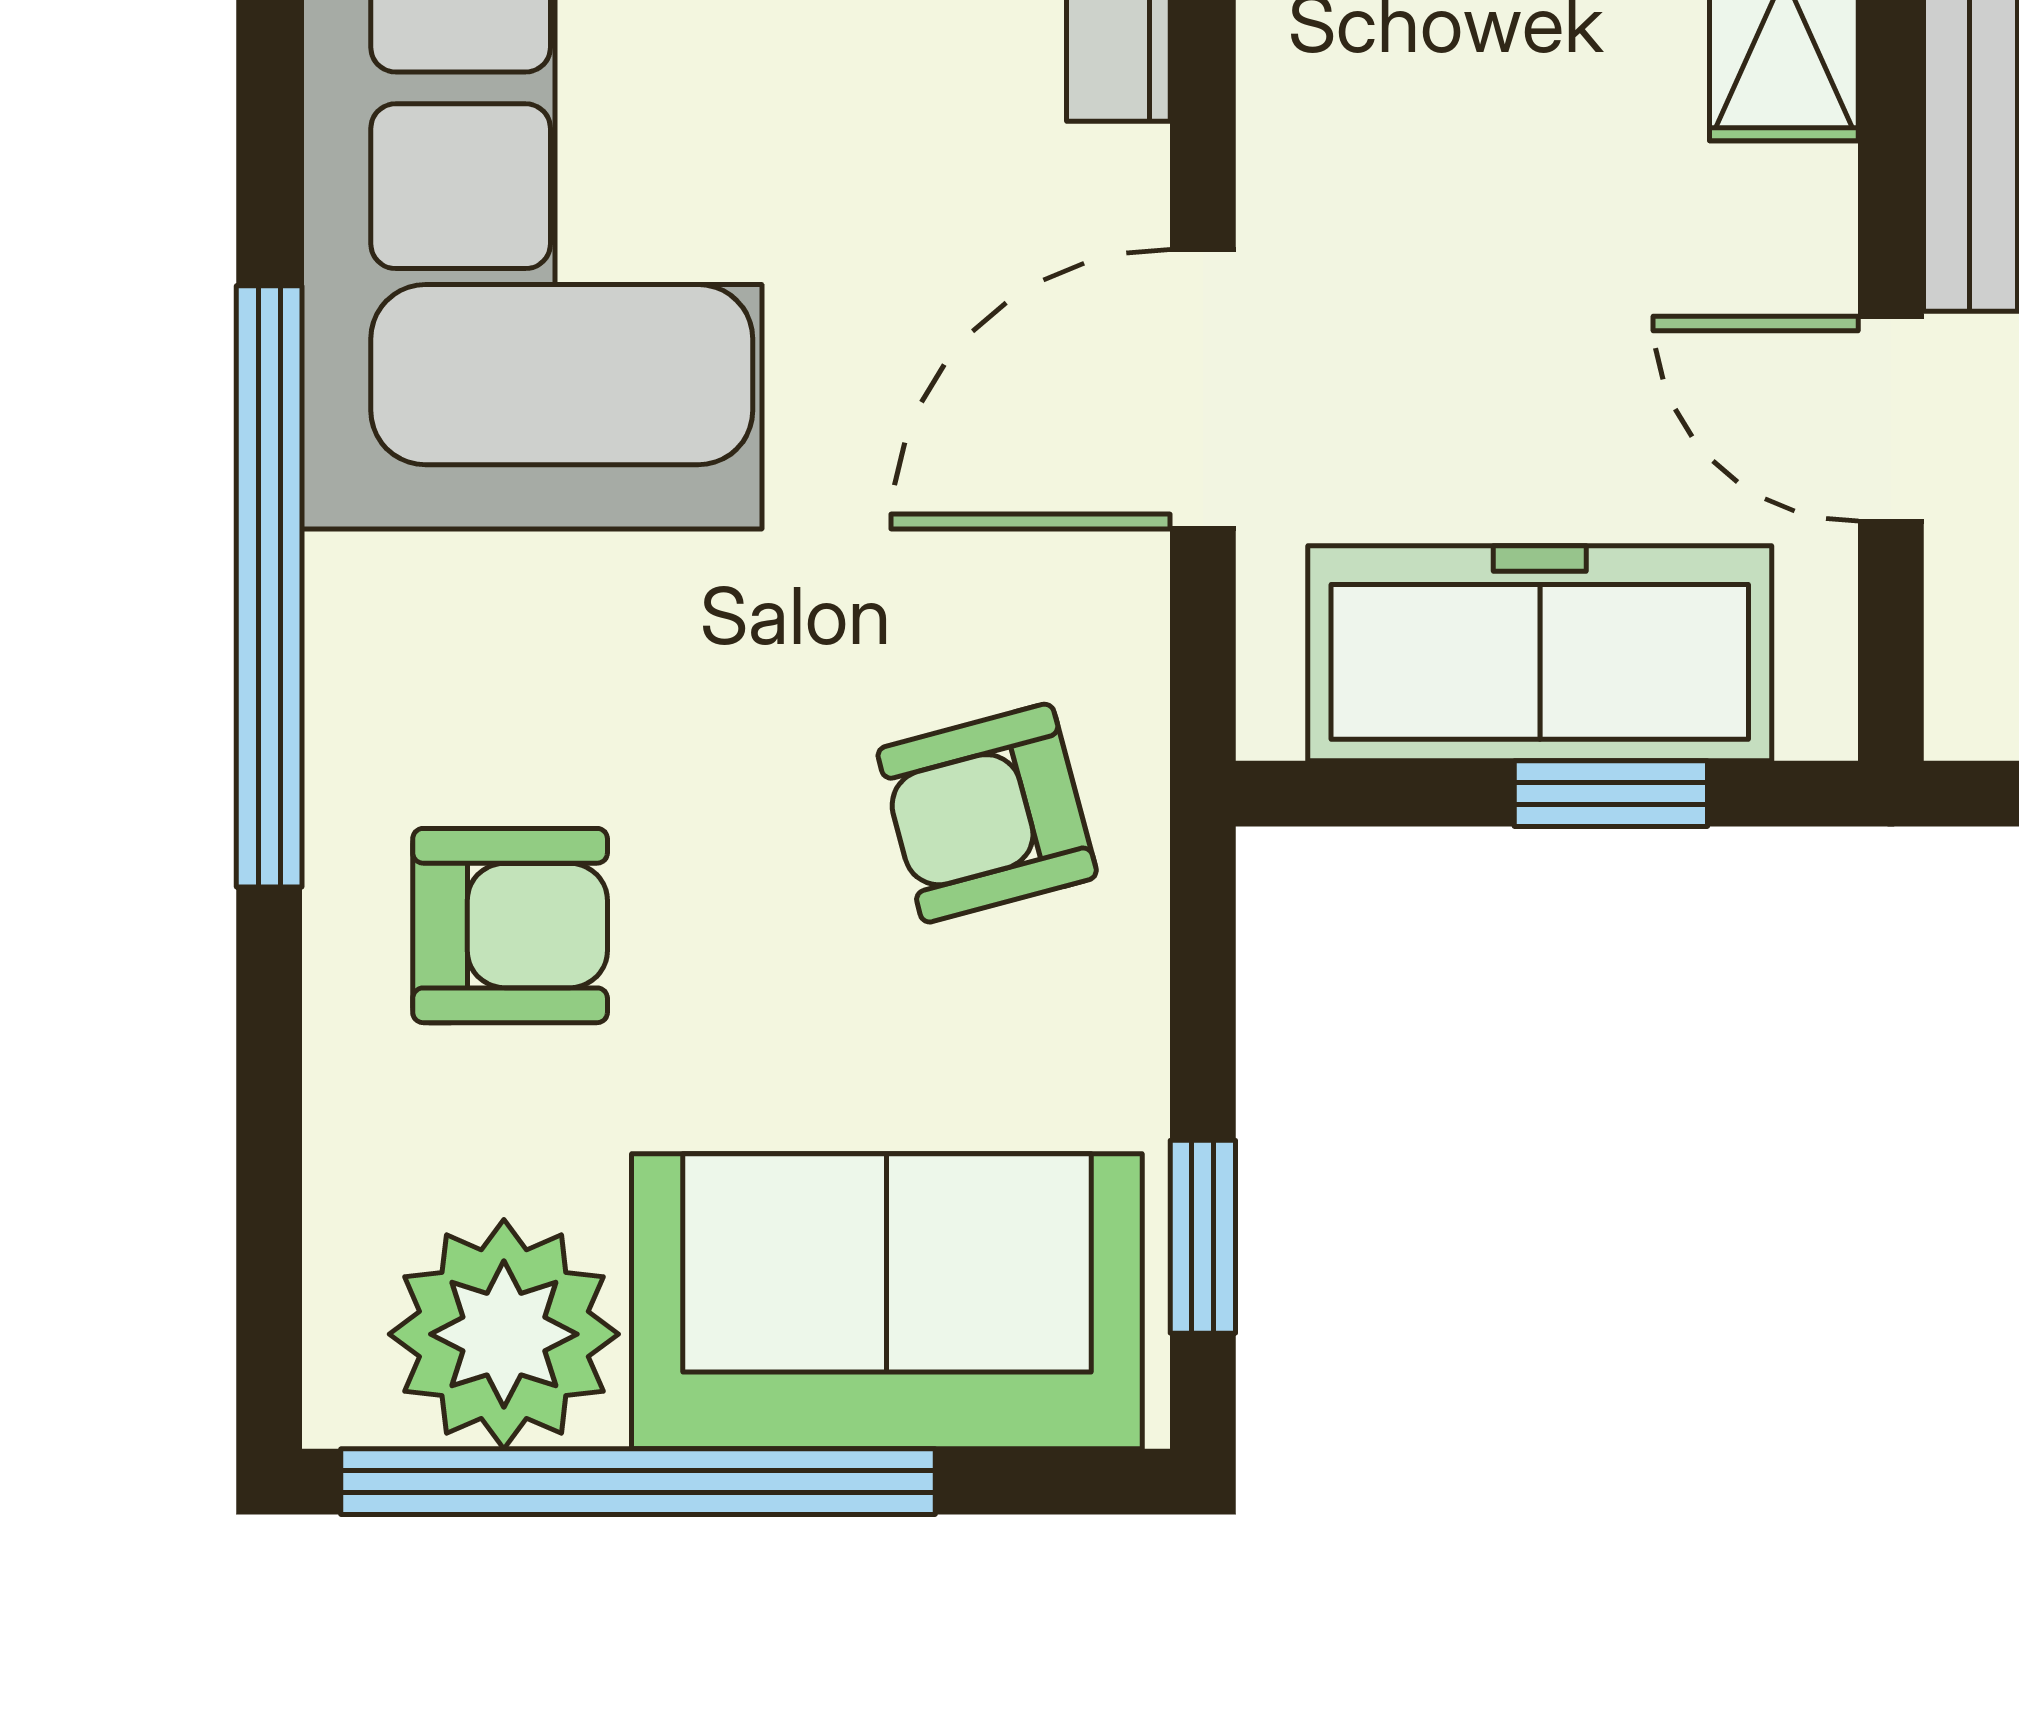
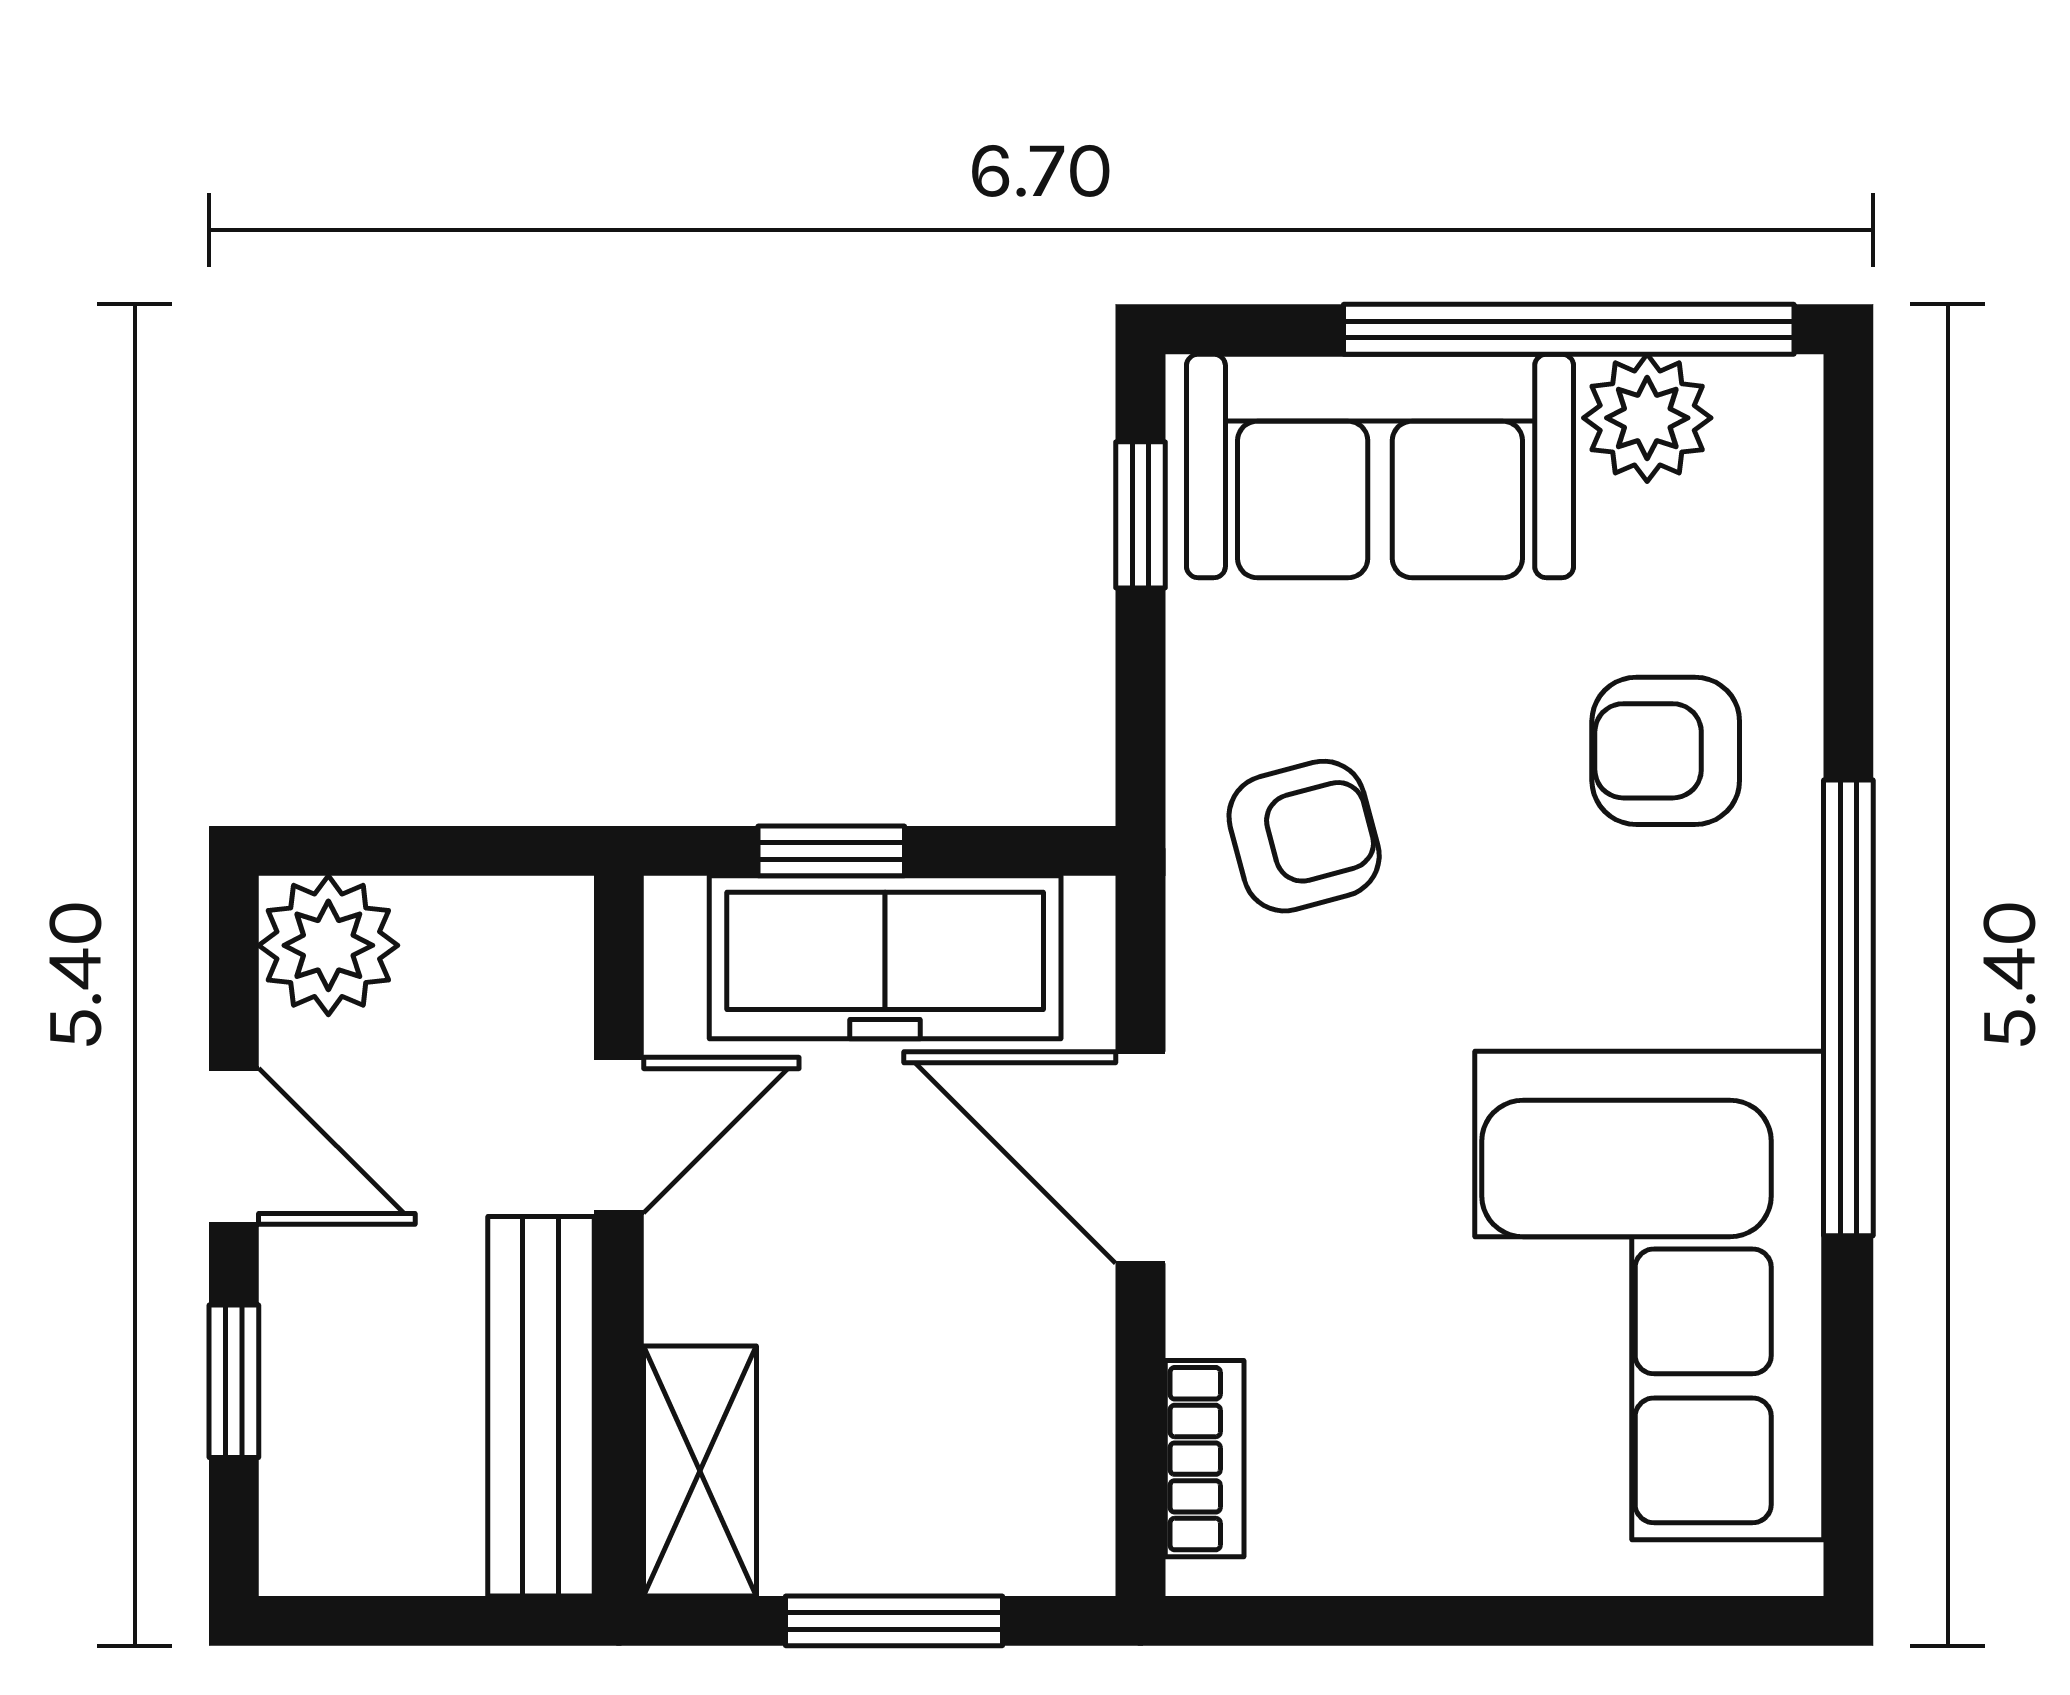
door: (1203, 389) -> (1140, 1157), swing flipped
door: (1891, 419) -> (619, 1135), hinge flipped
plant: (504, 1334) -> (1647, 418), width x0.73, depth x0.73

